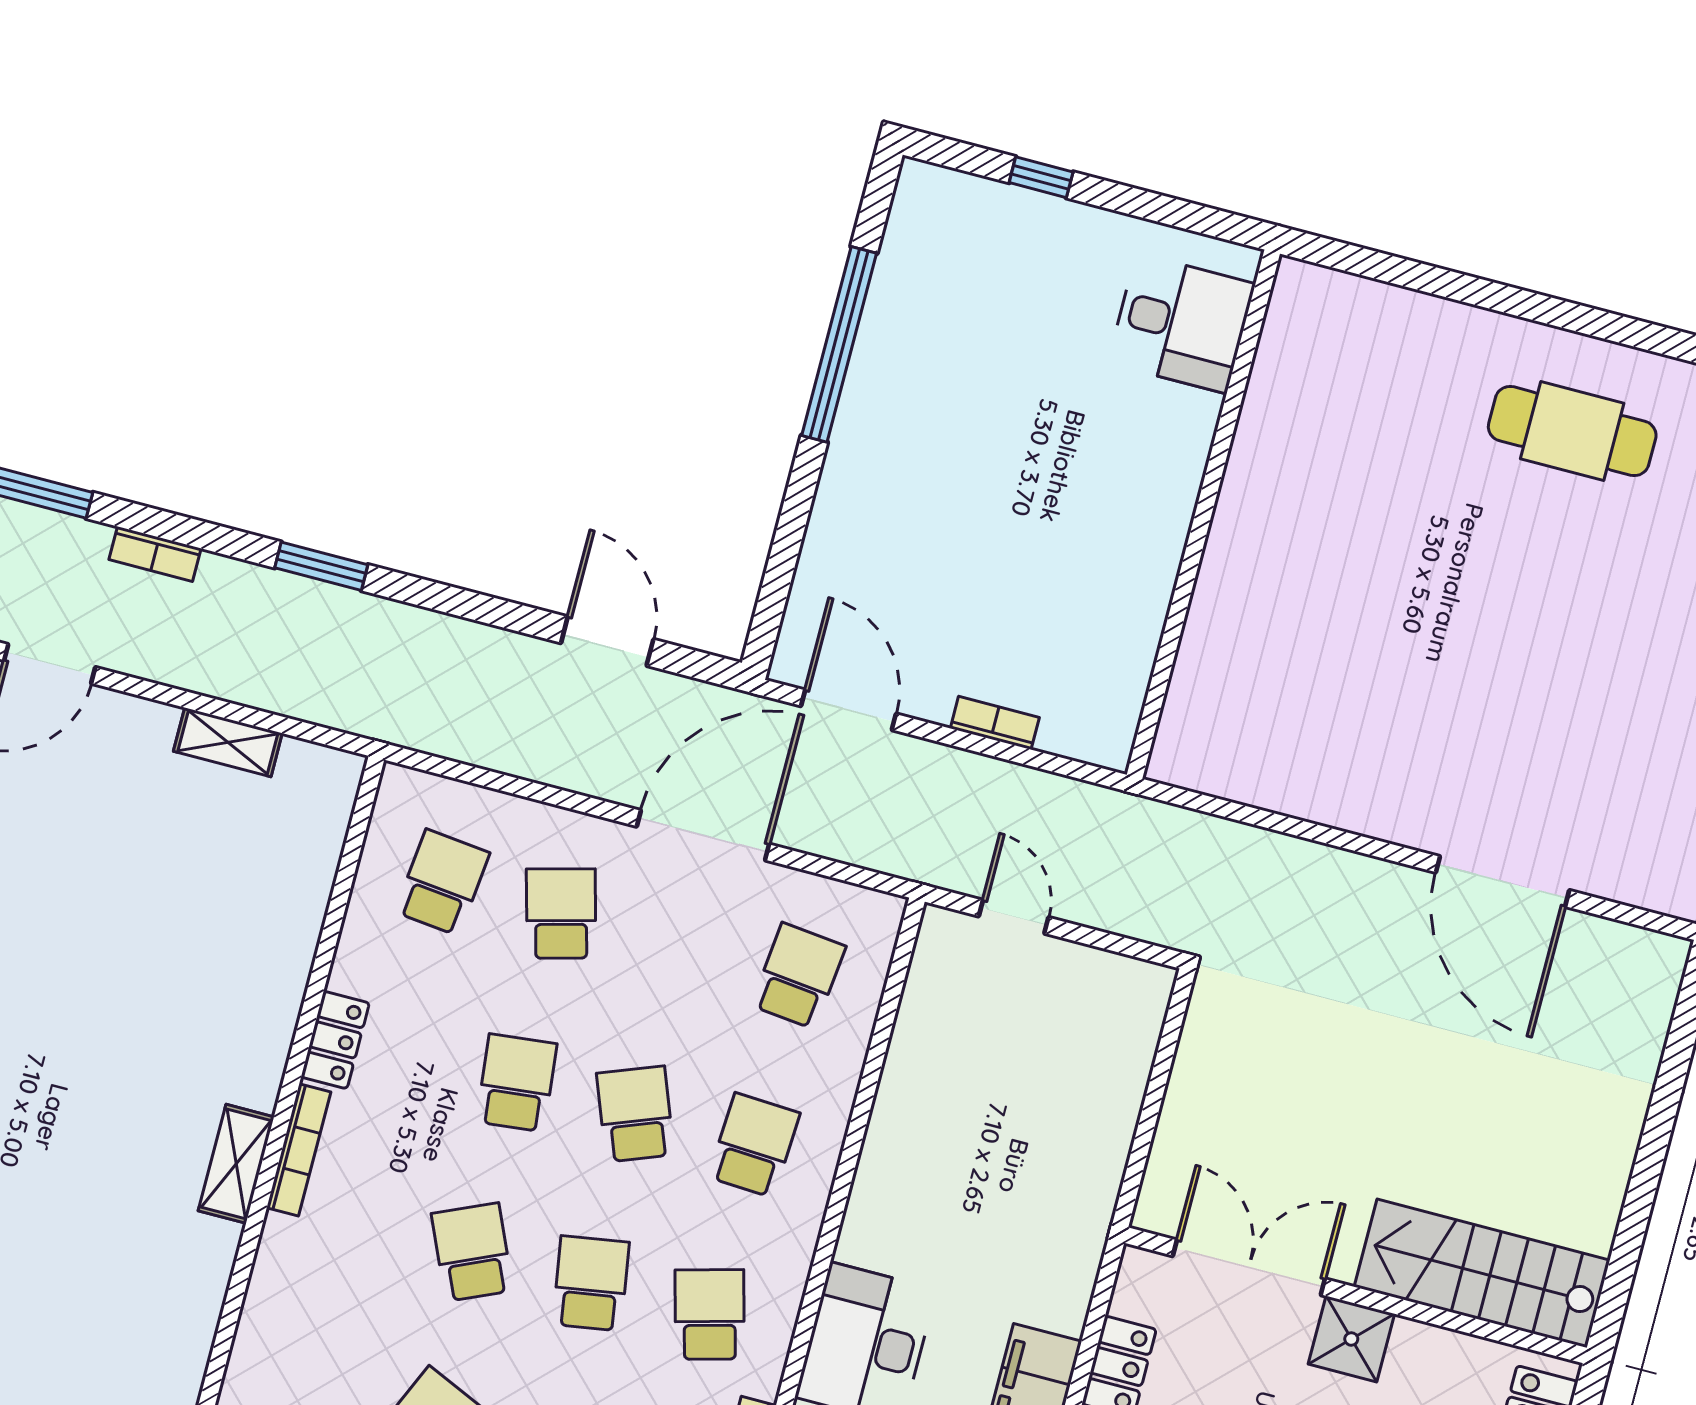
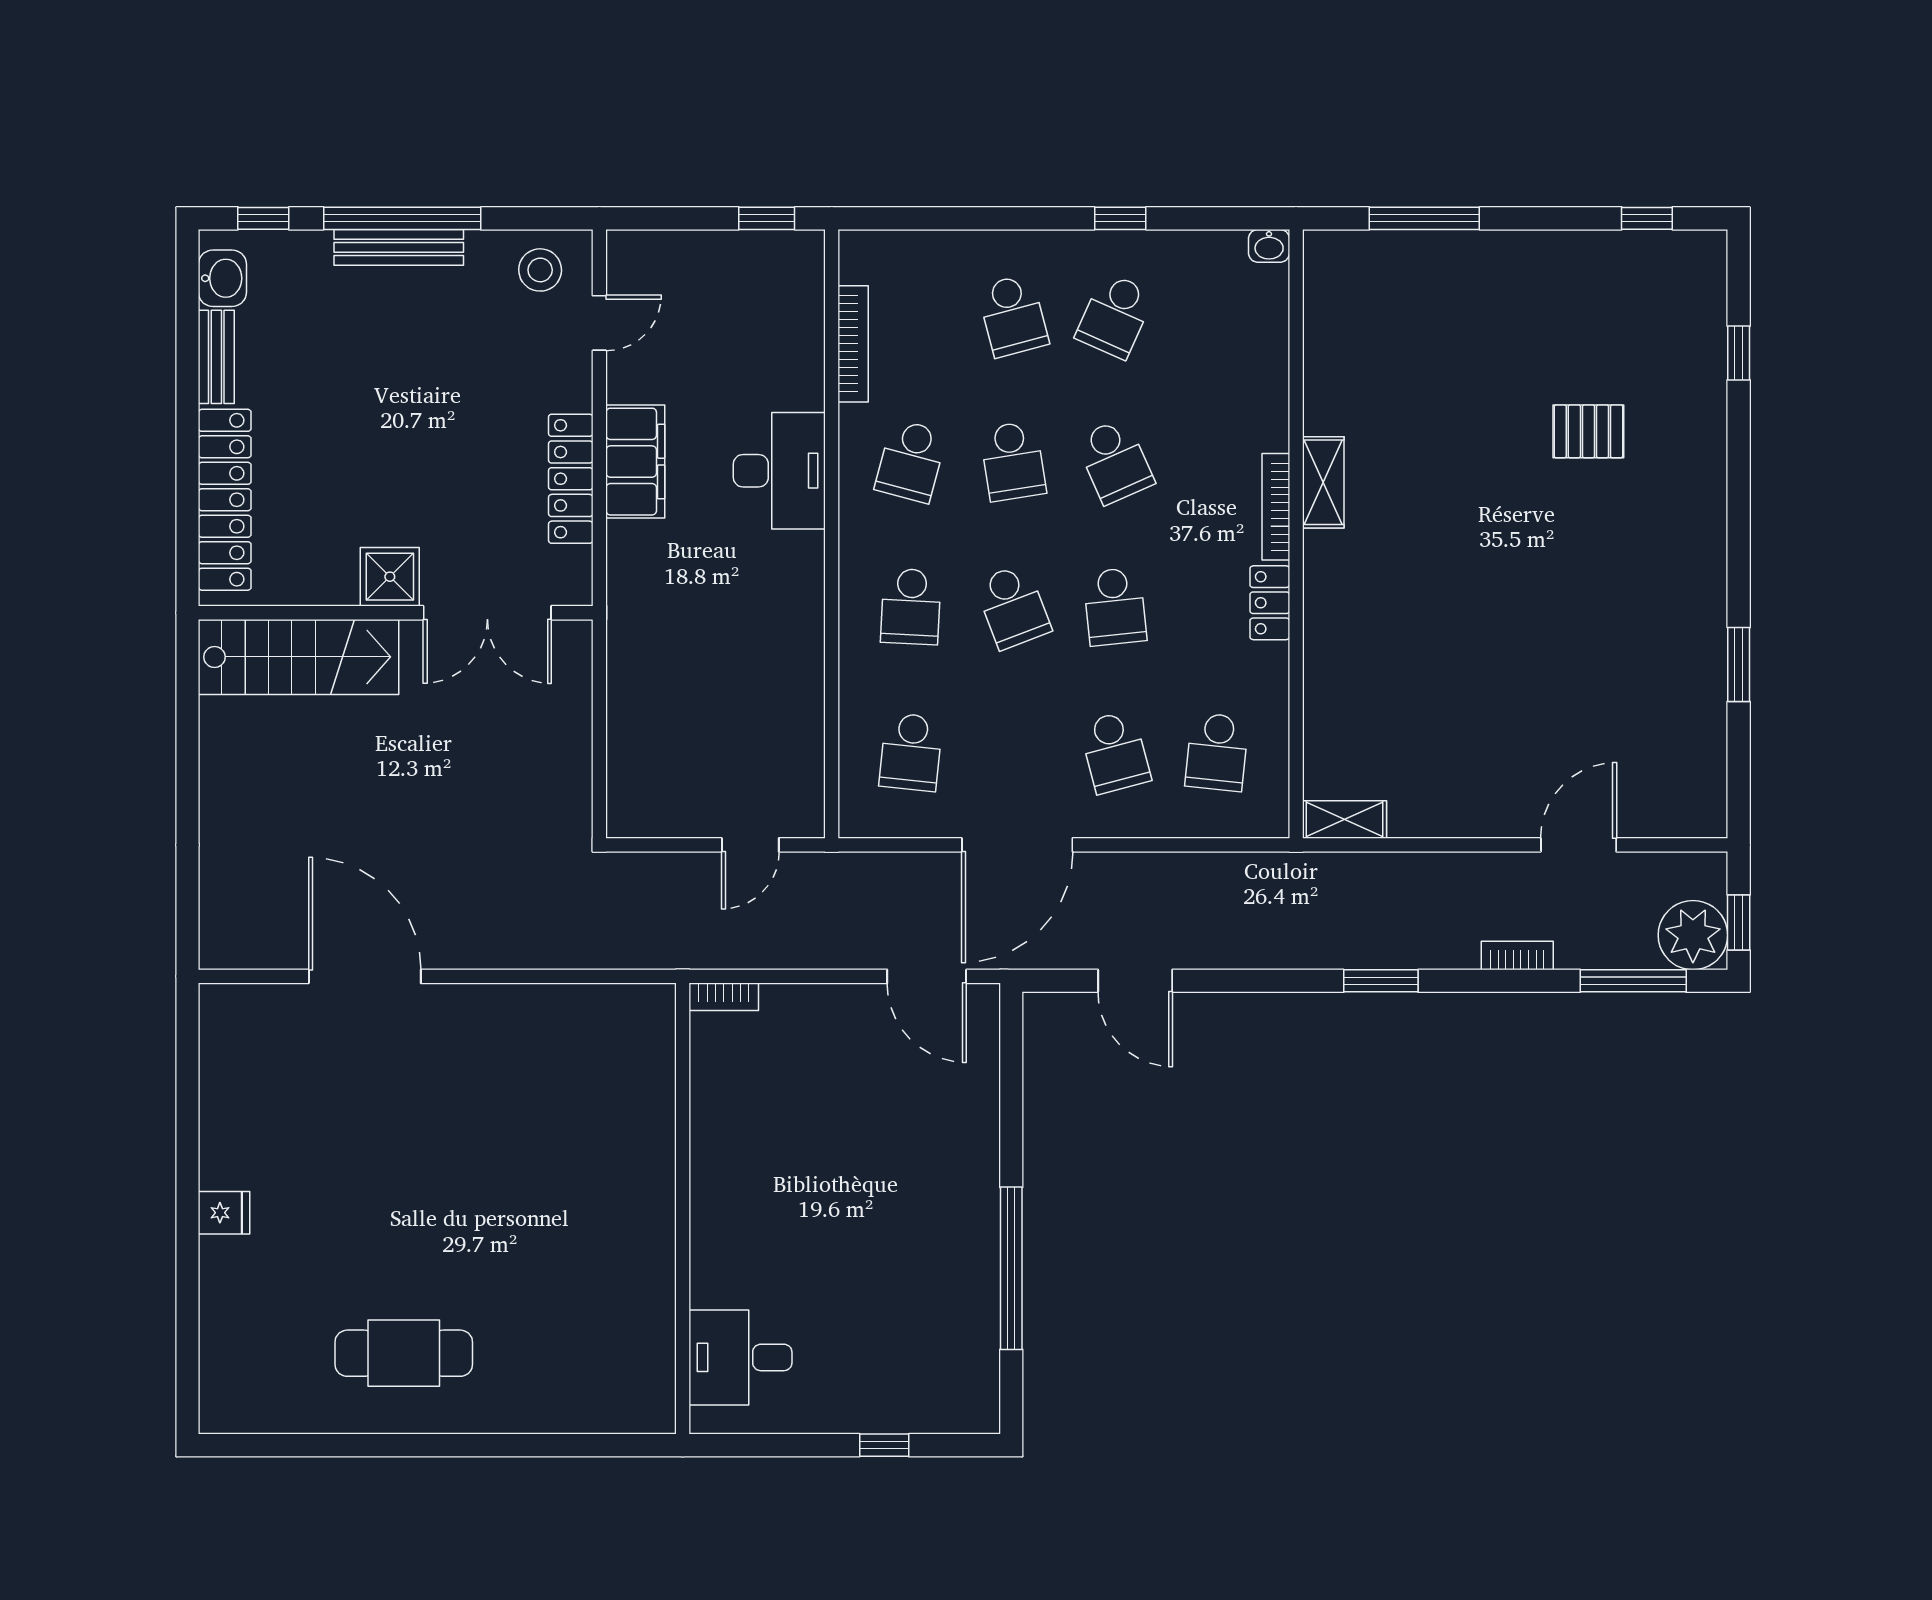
bookcase: (995, 723) -> (724, 997), moved
shelving: (228, 742) -> (1344, 820), moved
door: (1014, 917) -> (750, 845), hinge flipped
school desk: (710, 1314) -> (911, 461), turned 30

